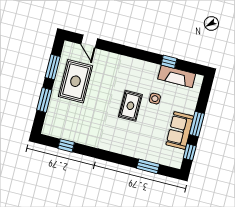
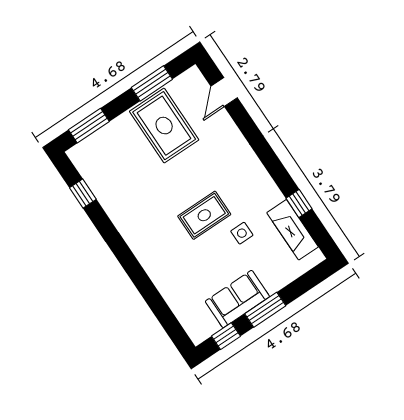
rug: (75, 81) -> (164, 126), turned 90
window: (44, 100) -> (89, 126), moved
window: (148, 166) -> (160, 308), removed

